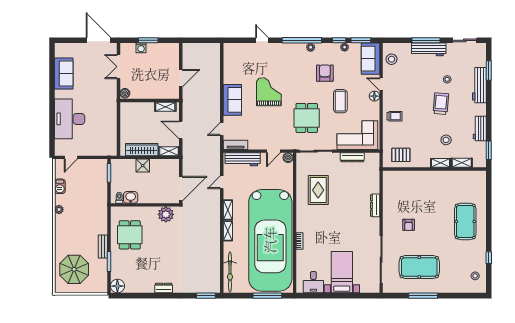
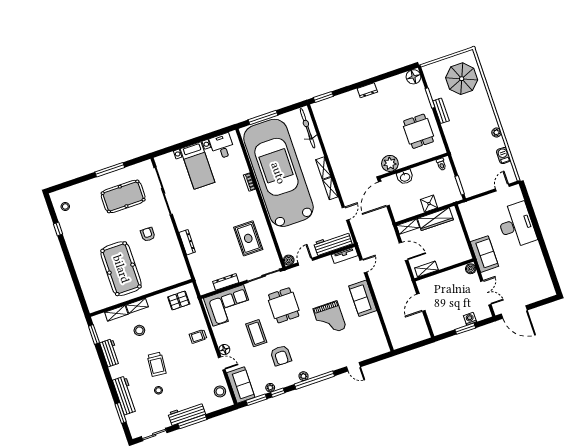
sofa: (64, 73) -> (484, 254), moved, turned 180
washbasin: (131, 197) -> (405, 177), moved
pool table: (465, 221) -> (121, 269), moved, width x1.36, depth x1.32

